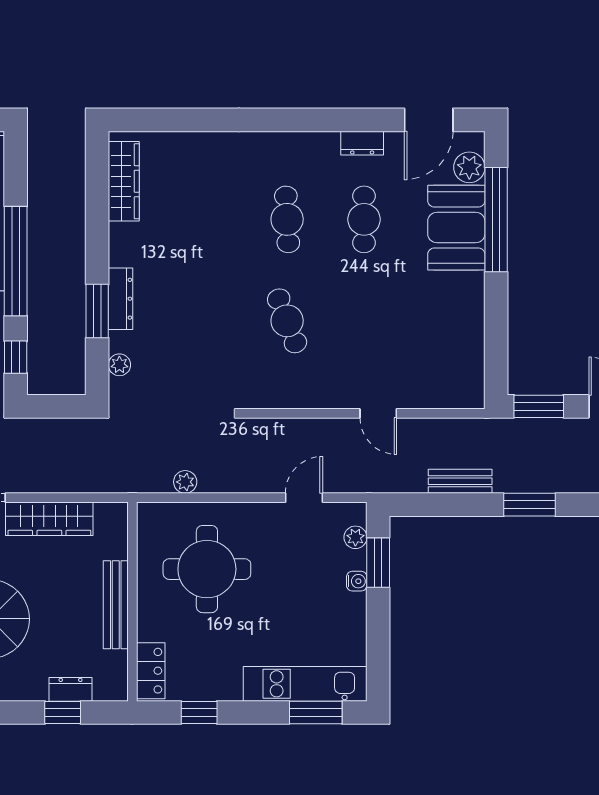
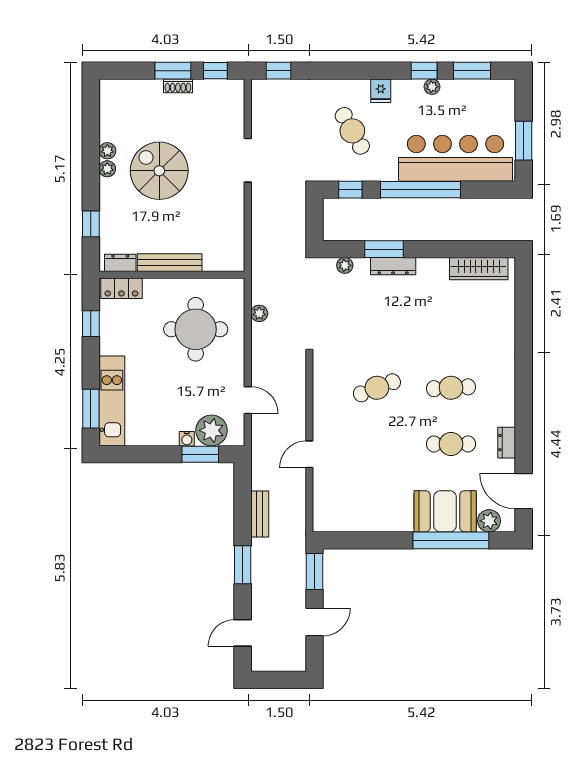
wardrobe: (49, 519) -> (232, 214), removed
plant: (355, 537) -> (212, 430), width x1.88, depth x1.88
dresser: (71, 689) -> (120, 263), moved, turned -90

